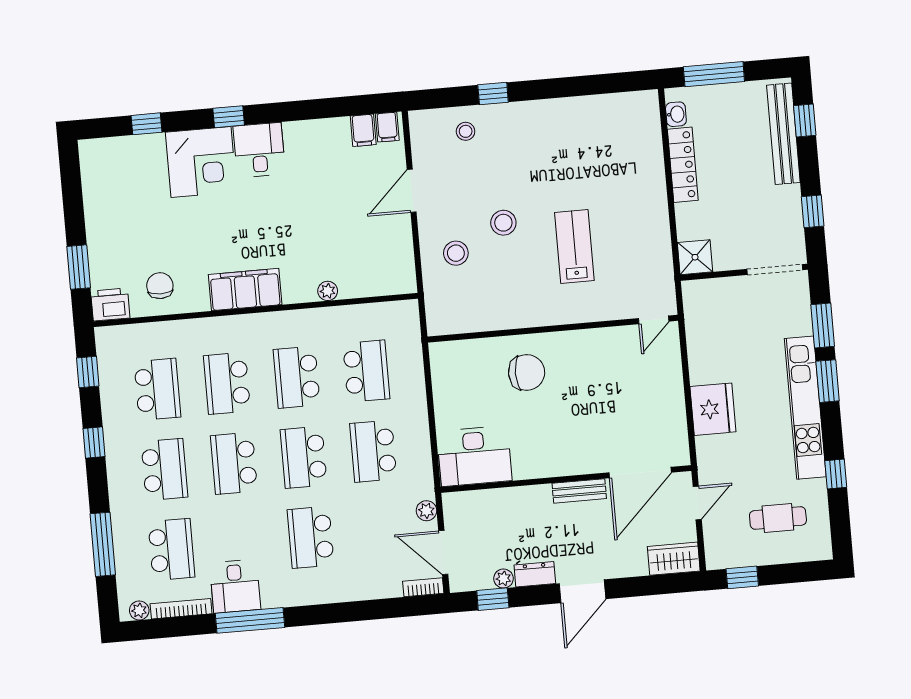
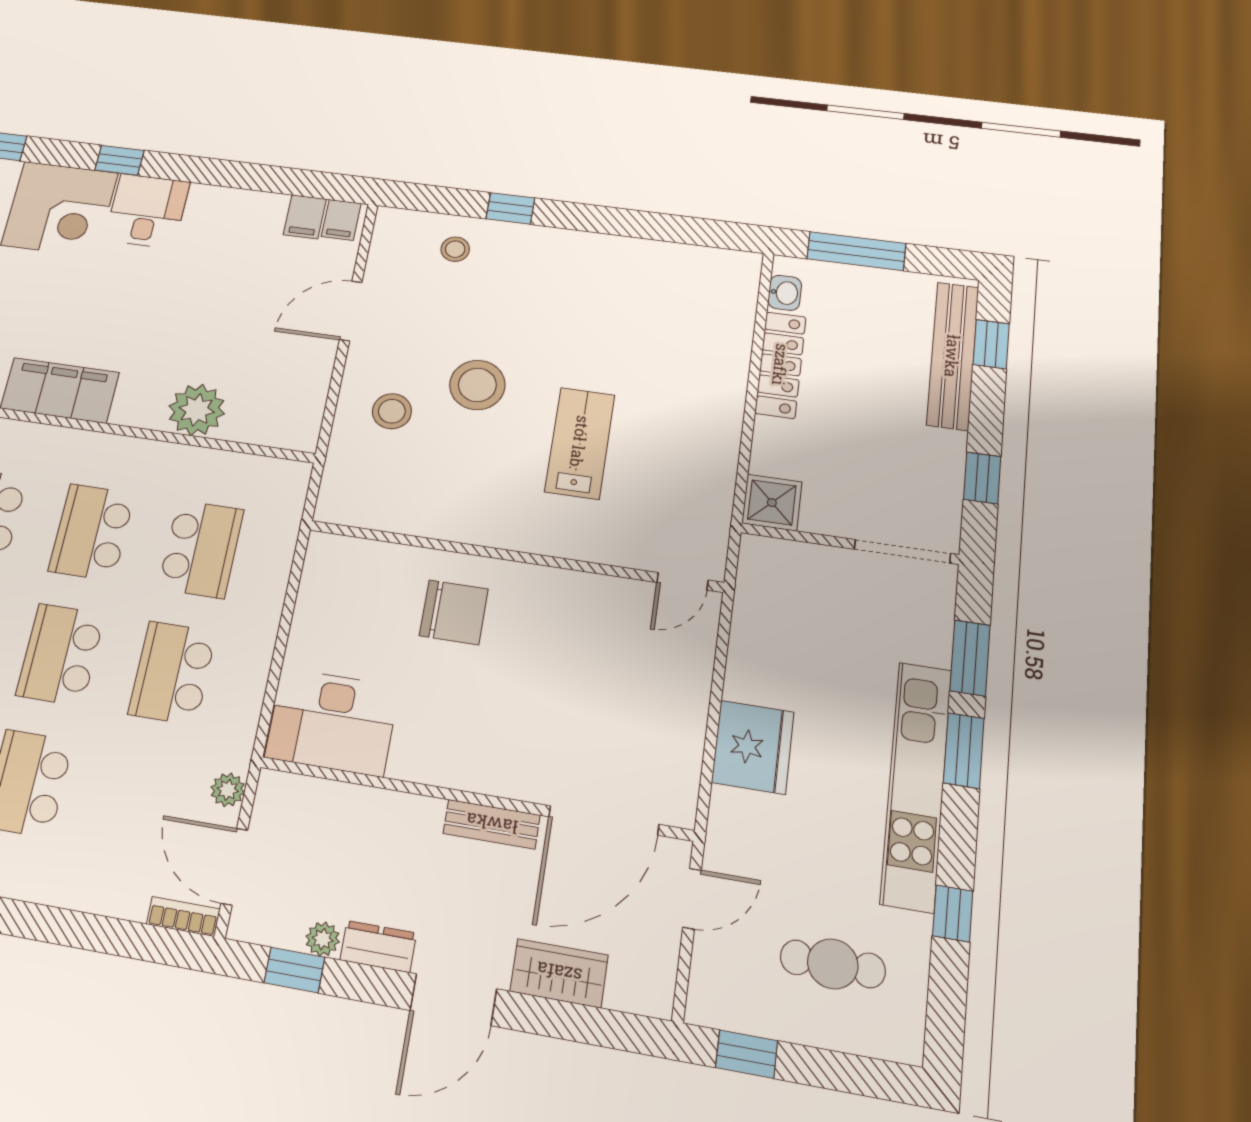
stool: (503, 223) -> (477, 385), width x1.38, depth x1.38
plant: (328, 291) -> (197, 410), width x1.88, depth x1.88
wardrobe: (674, 559) -> (559, 973), moved

